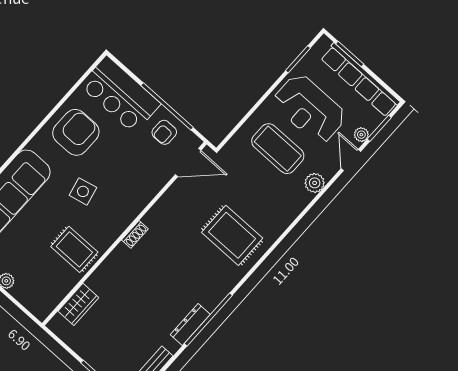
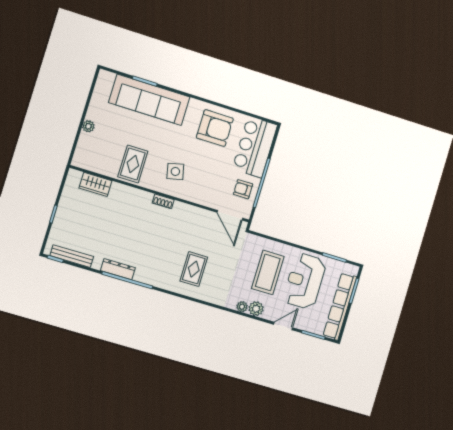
plant: (361, 135) -> (242, 307), moved
side table: (83, 191) -> (175, 171), moved
rug: (232, 235) -> (194, 269), width x0.73, depth x0.70

